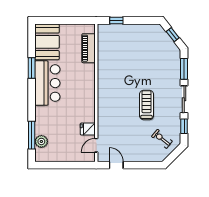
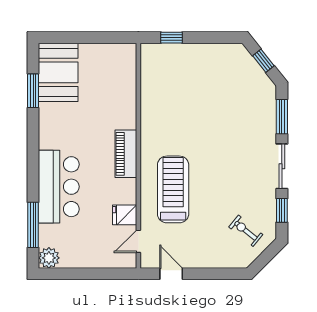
piano: (89, 48) -> (126, 154), moved
window: (32, 68) -> (33, 91), moved
bar counter: (47, 83) -> (59, 187), moved
treadmill: (146, 105) -> (173, 189), moved, width x1.37, depth x1.38
plant: (41, 141) -> (49, 258), moved

